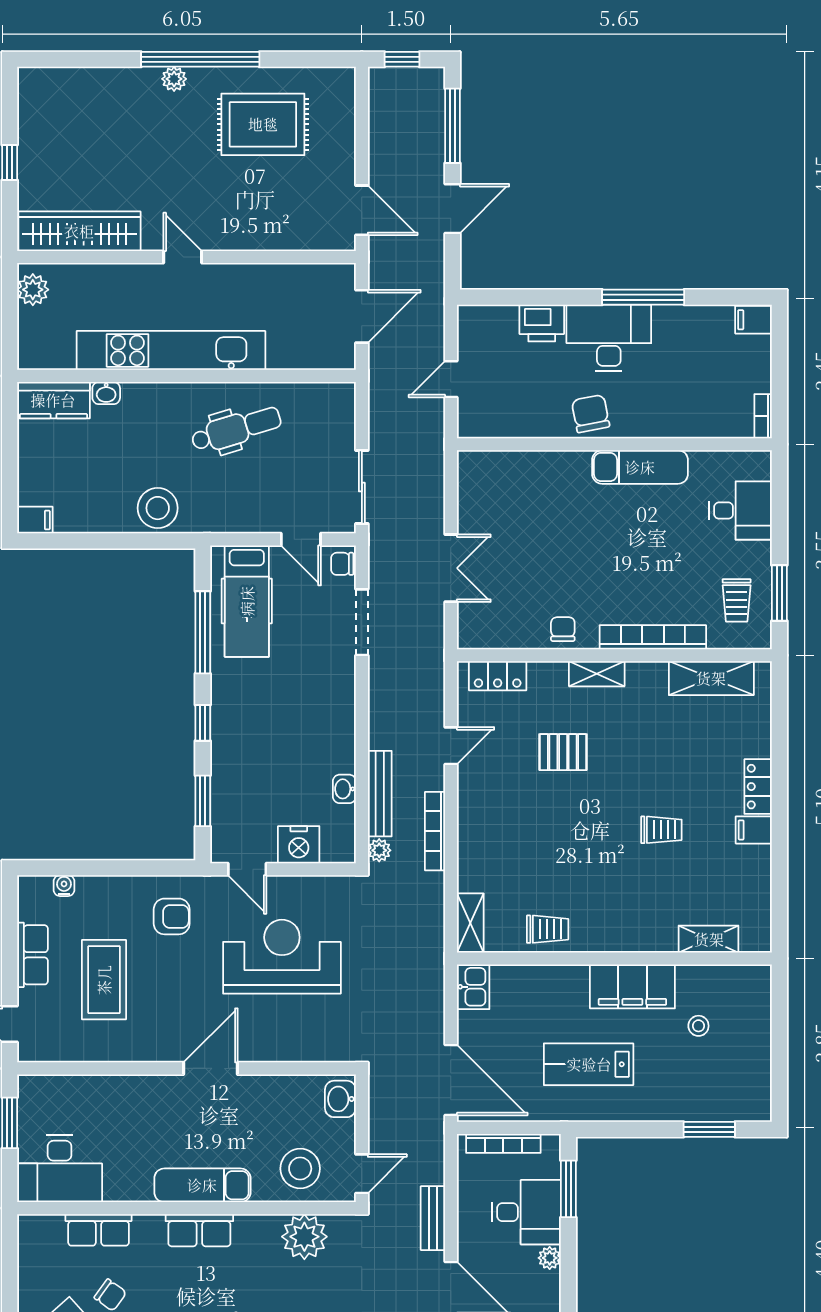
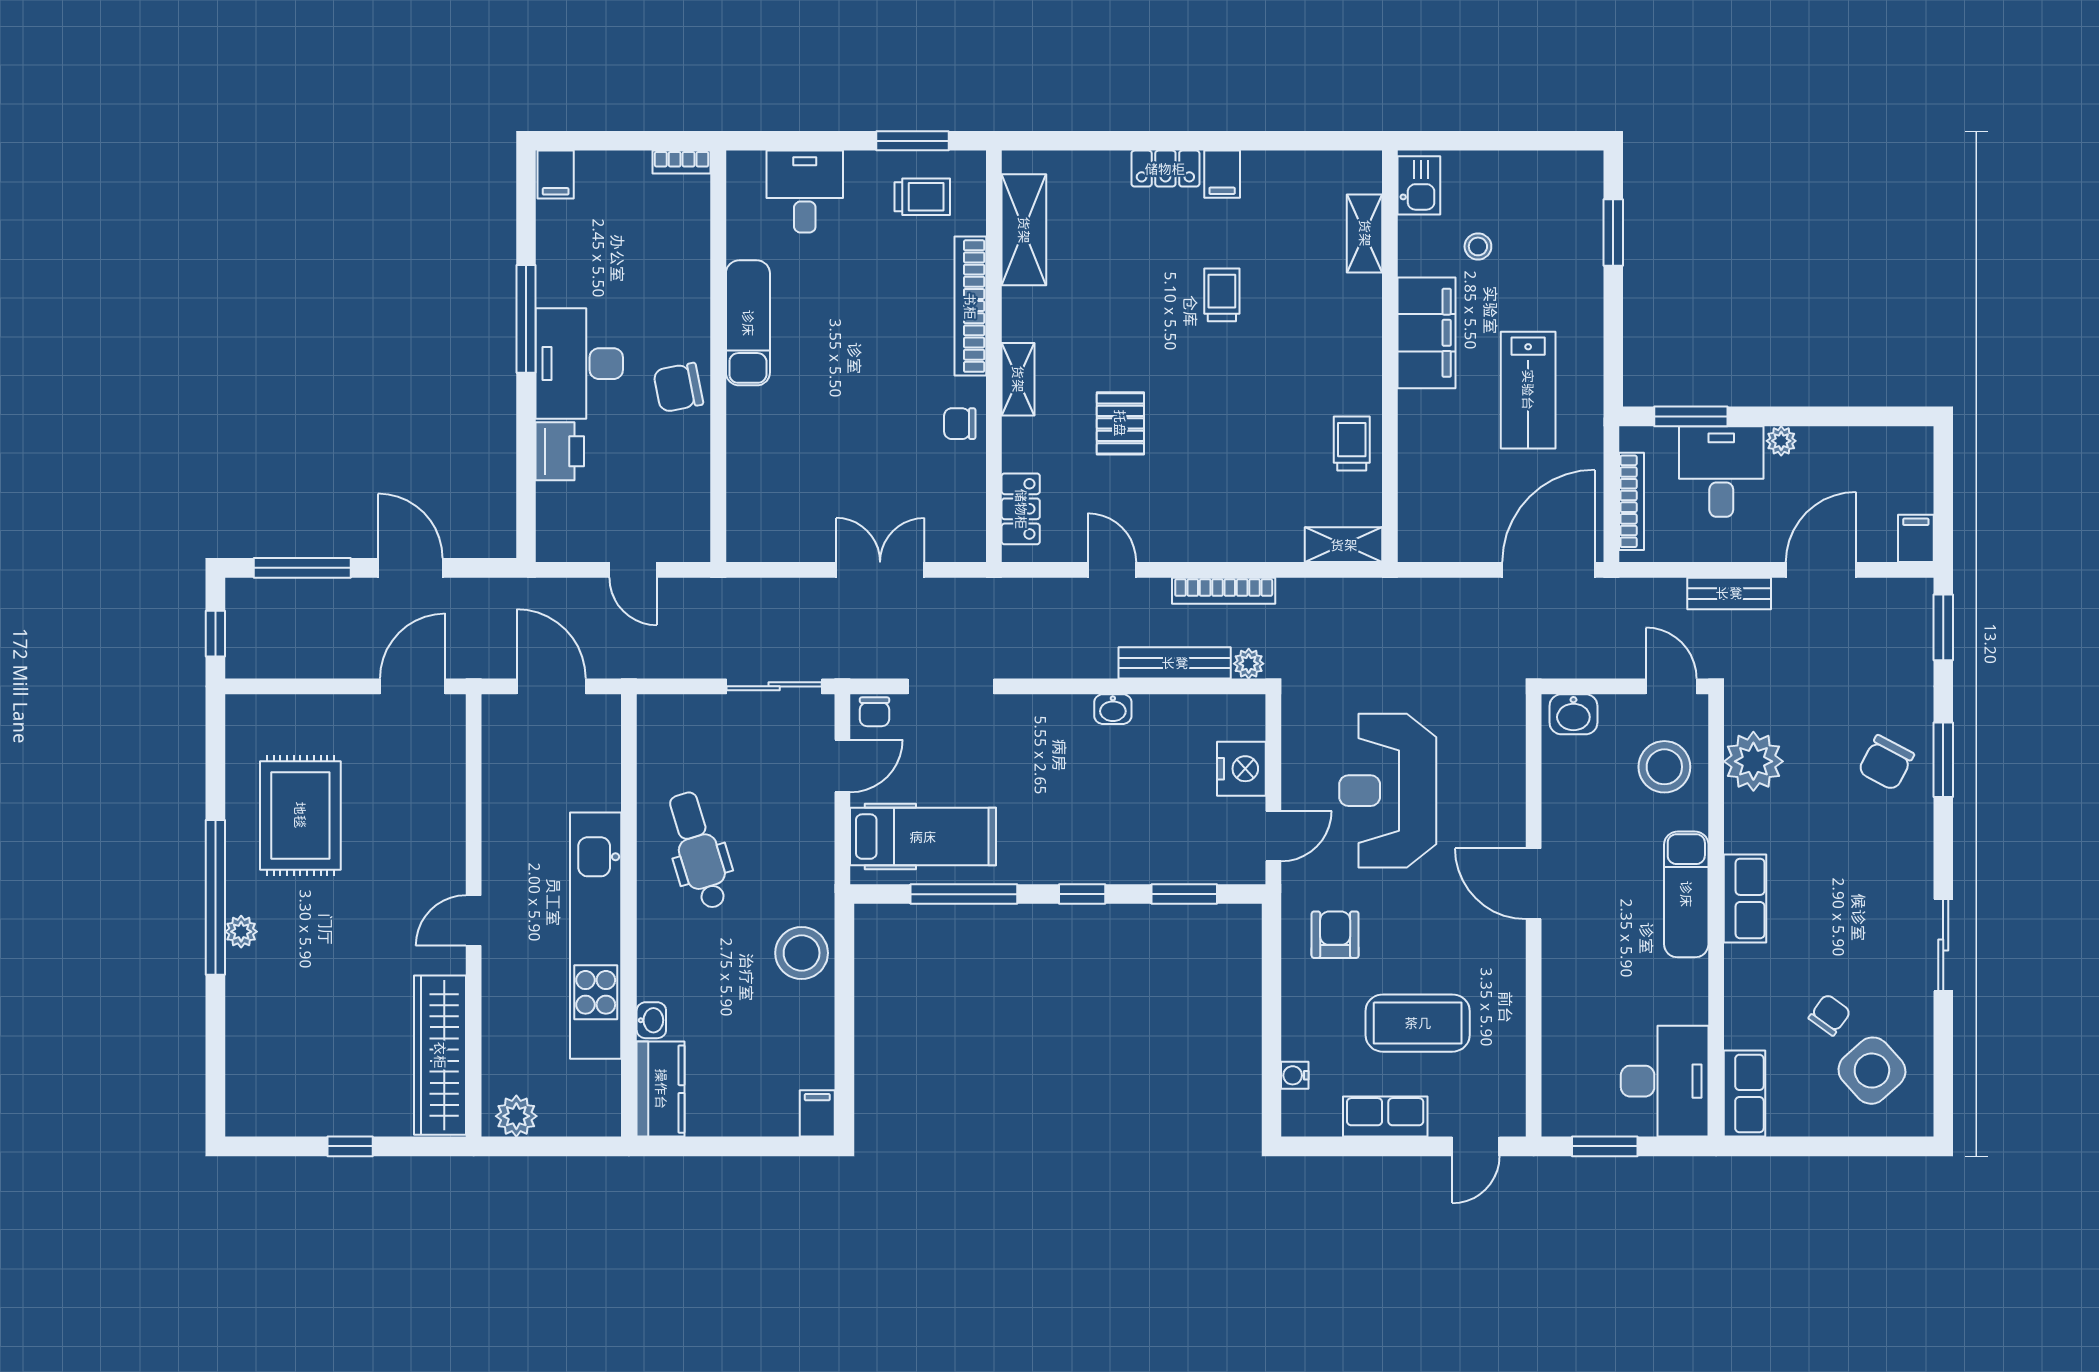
washbasin: (344, 789) -> (1113, 709), moved
kitchen sink: (473, 987) -> (1419, 185), moved, turned 90
row of seats: (99, 1230) -> (1745, 1093), moved

